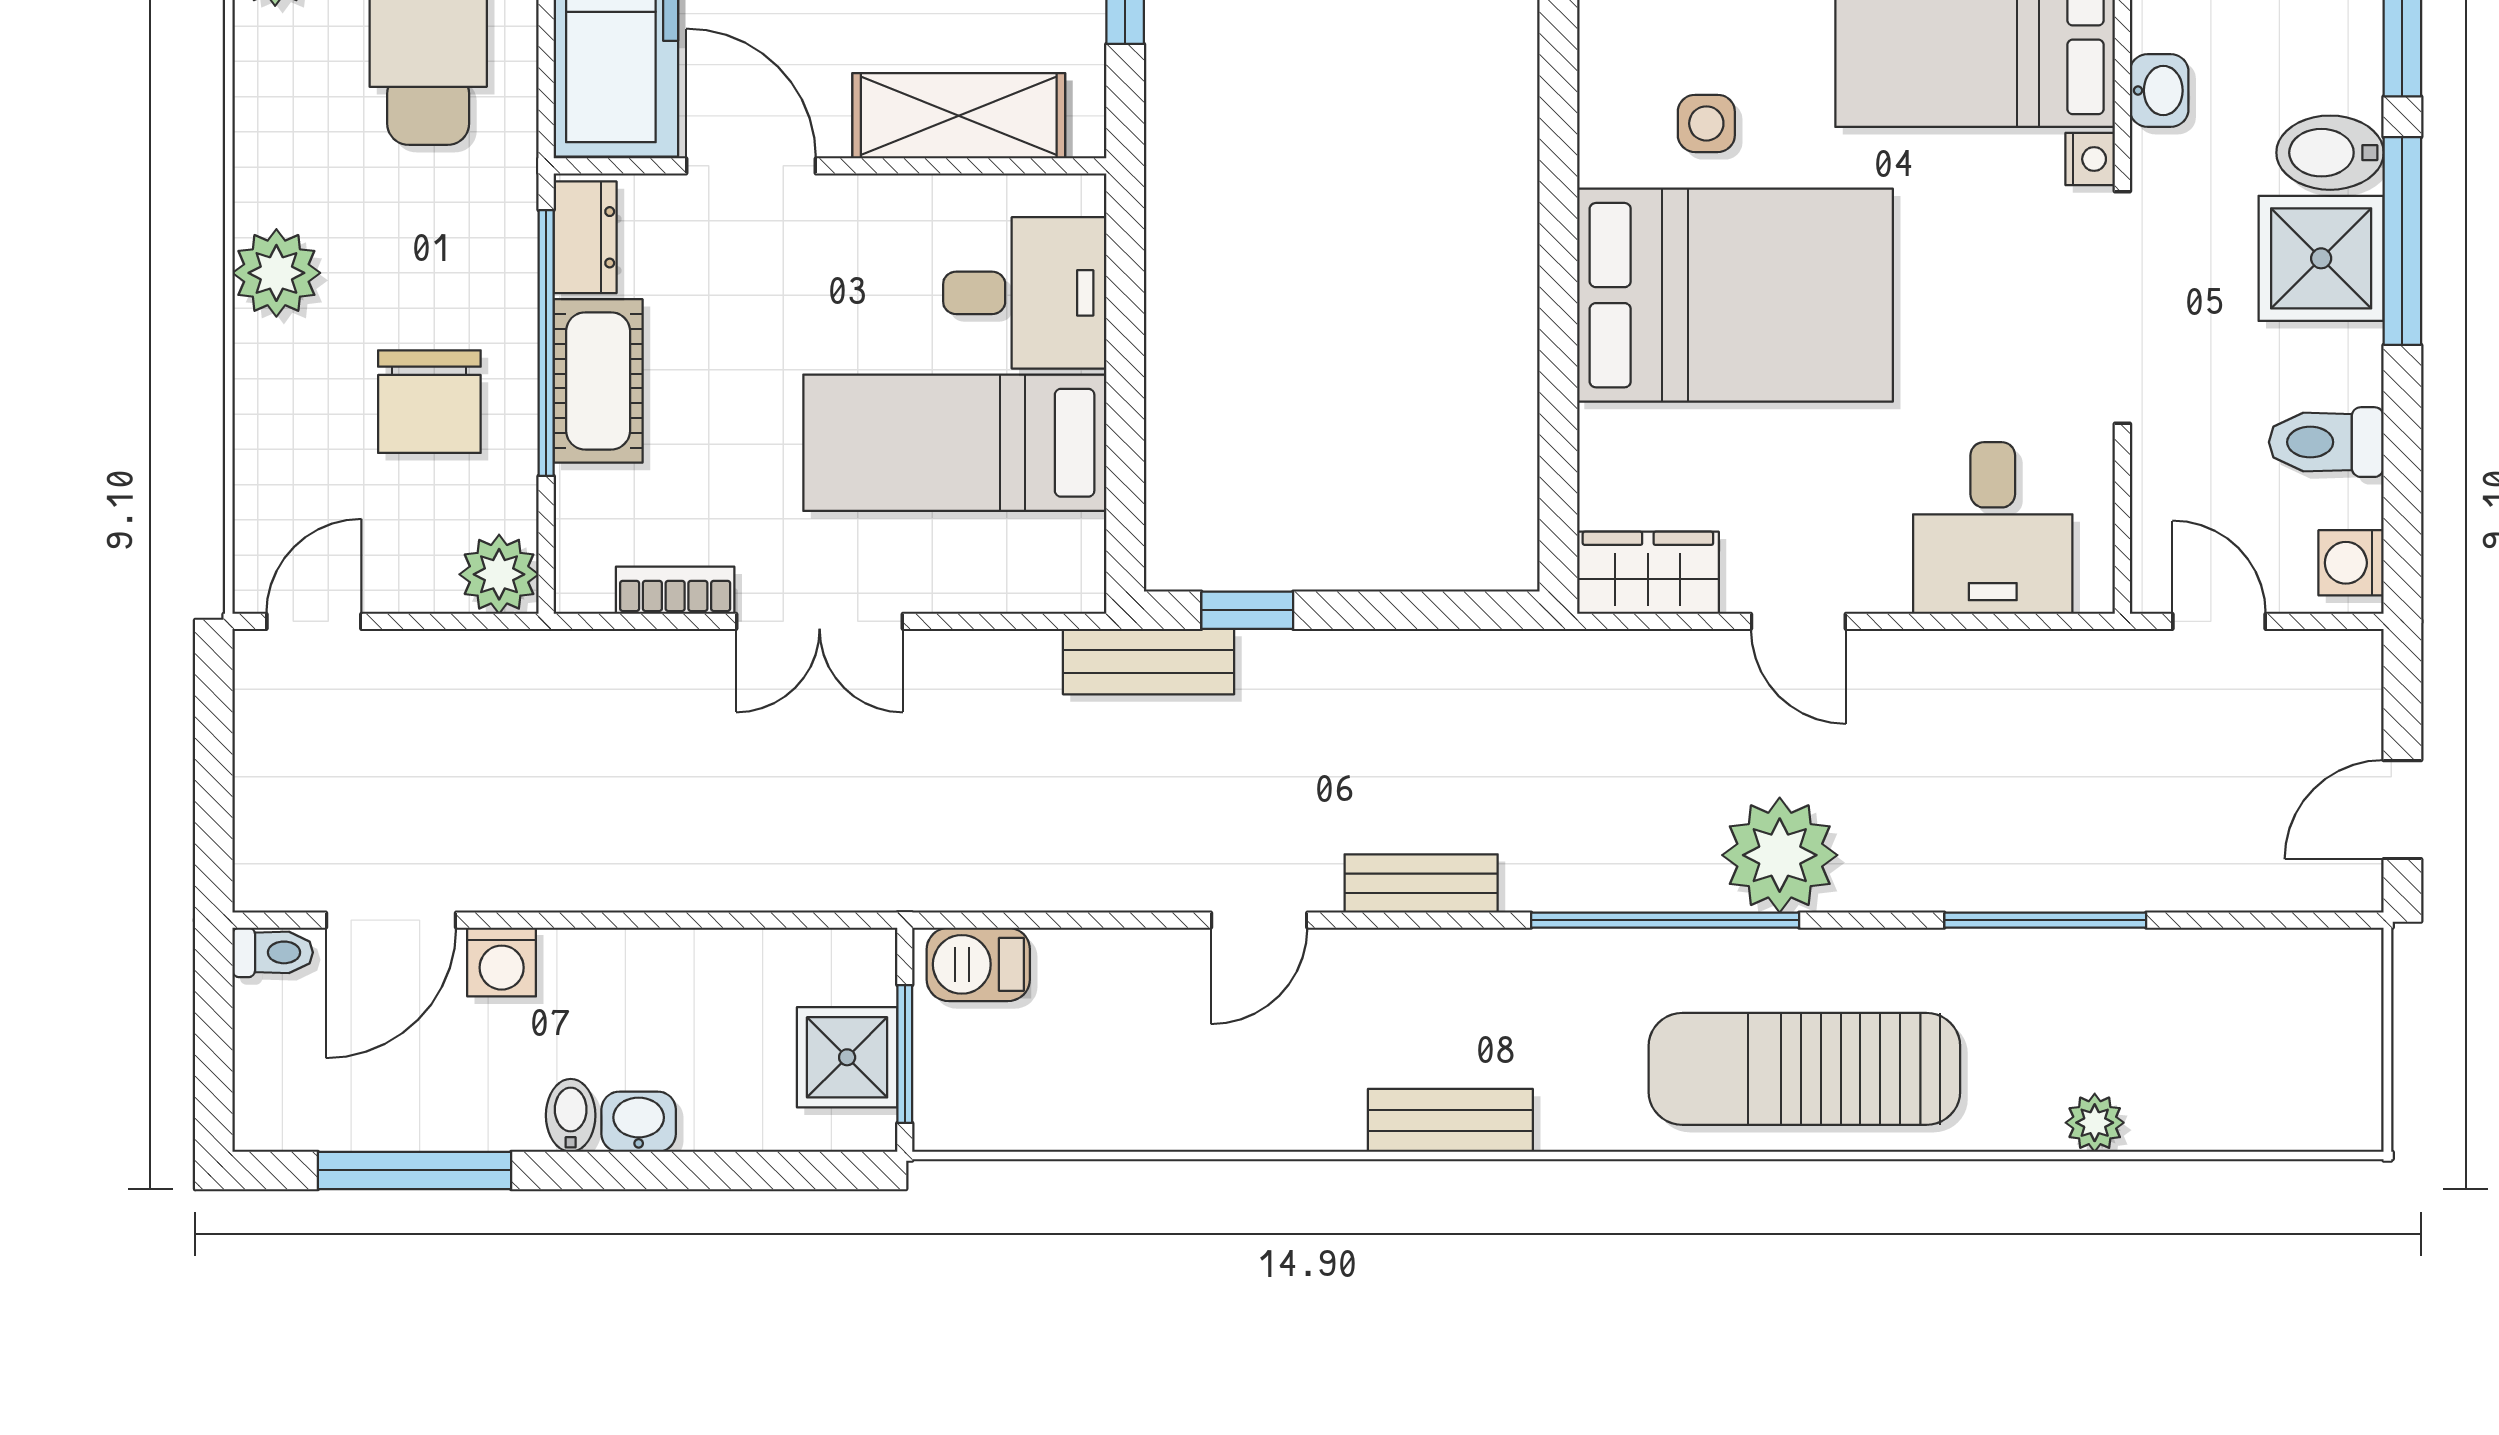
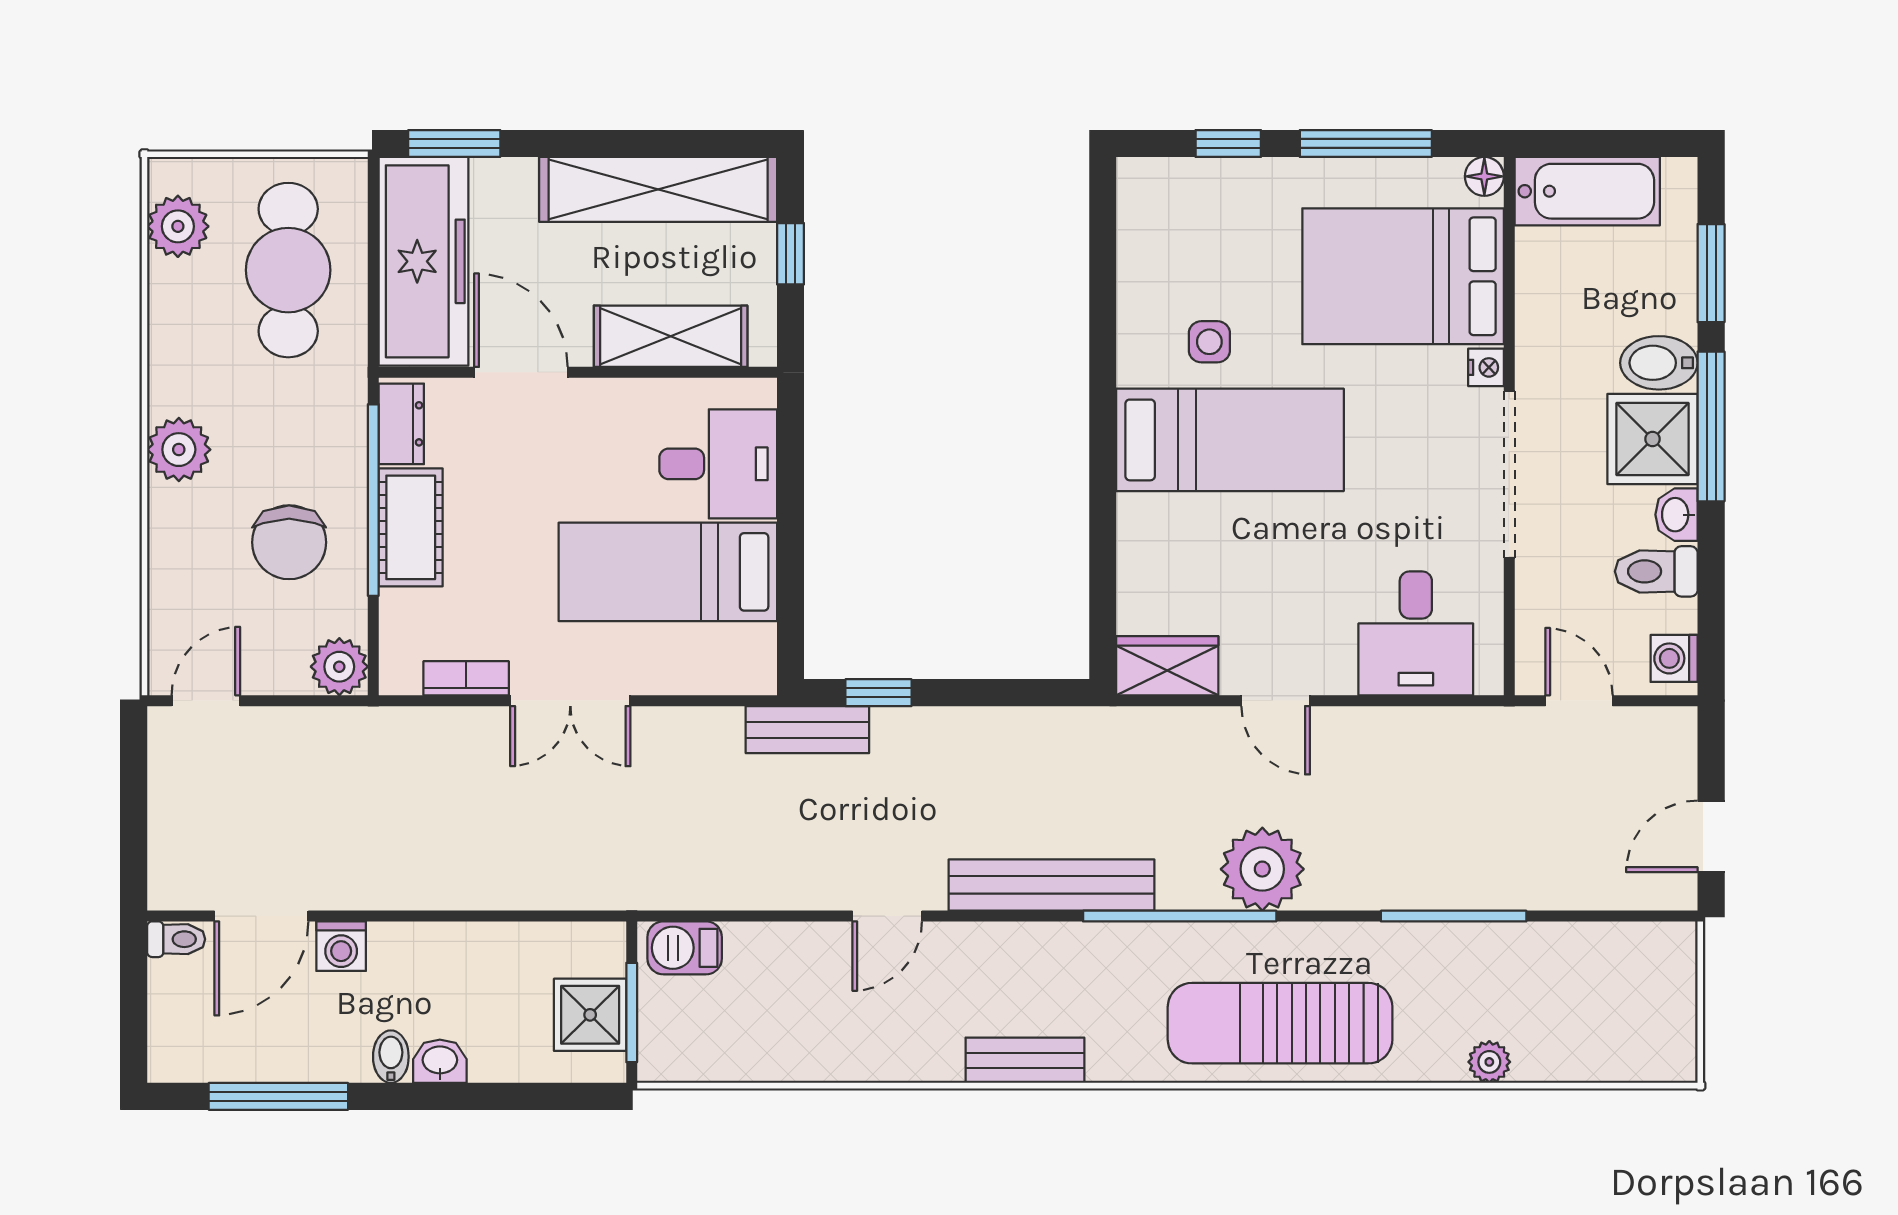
washbasin: (2159, 91) -> (1676, 515), moved, turned 180
bed: (1735, 295) -> (1230, 440), width x0.67
bench: (1421, 884) -> (1052, 885), width x1.86, depth x1.21

